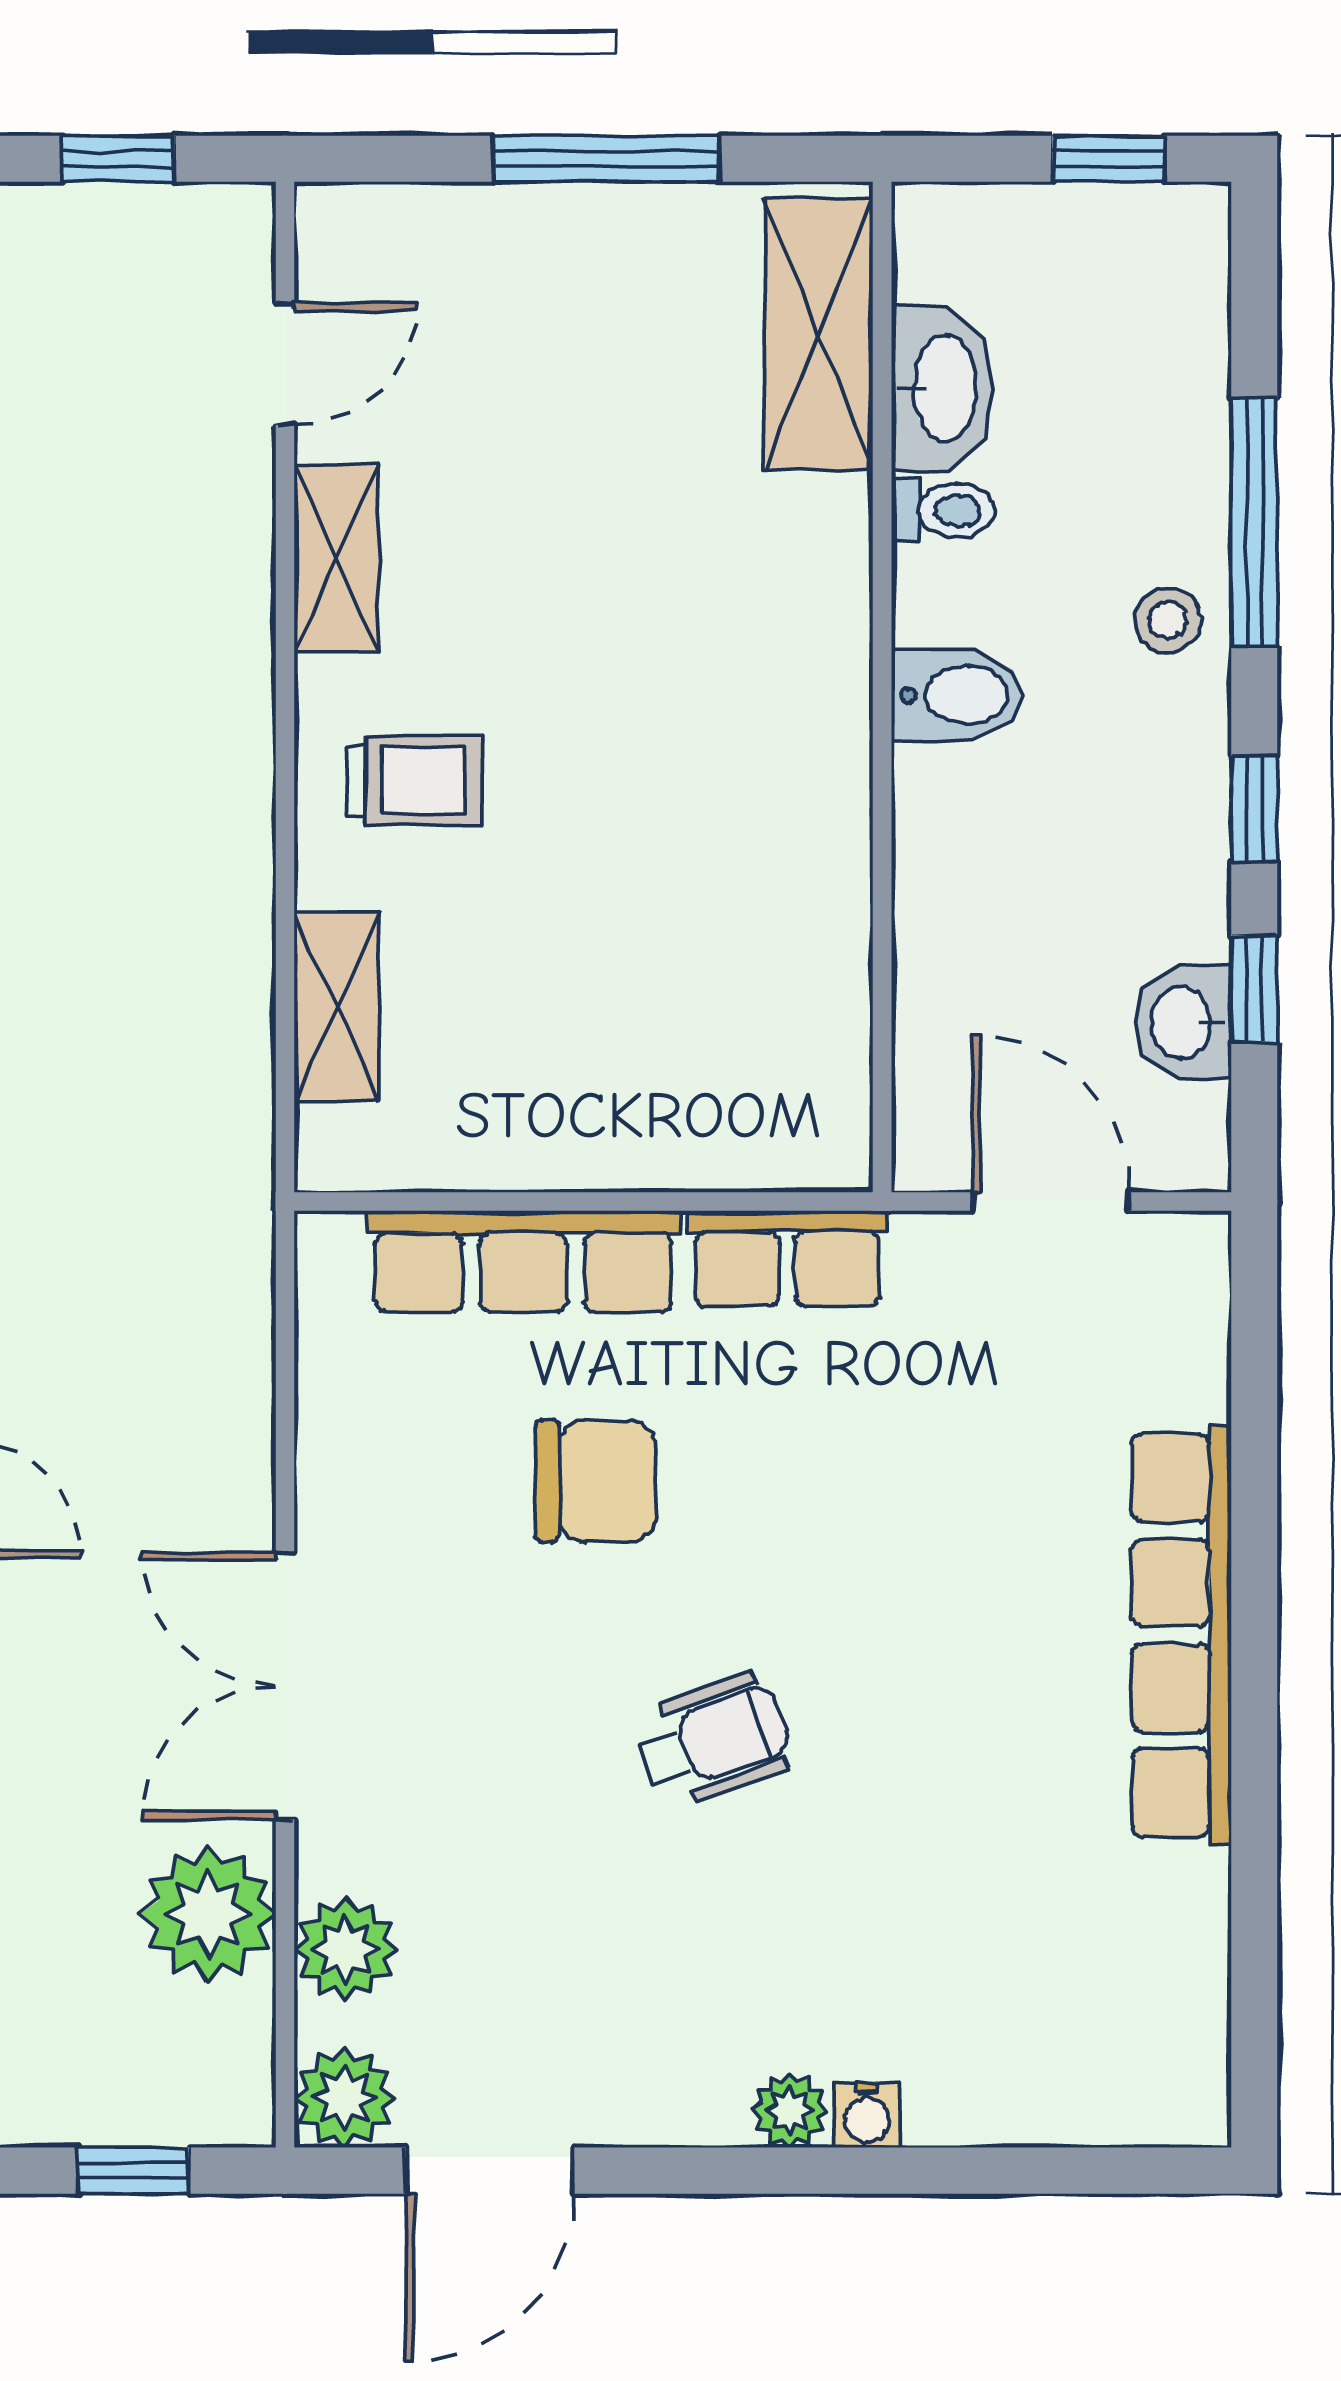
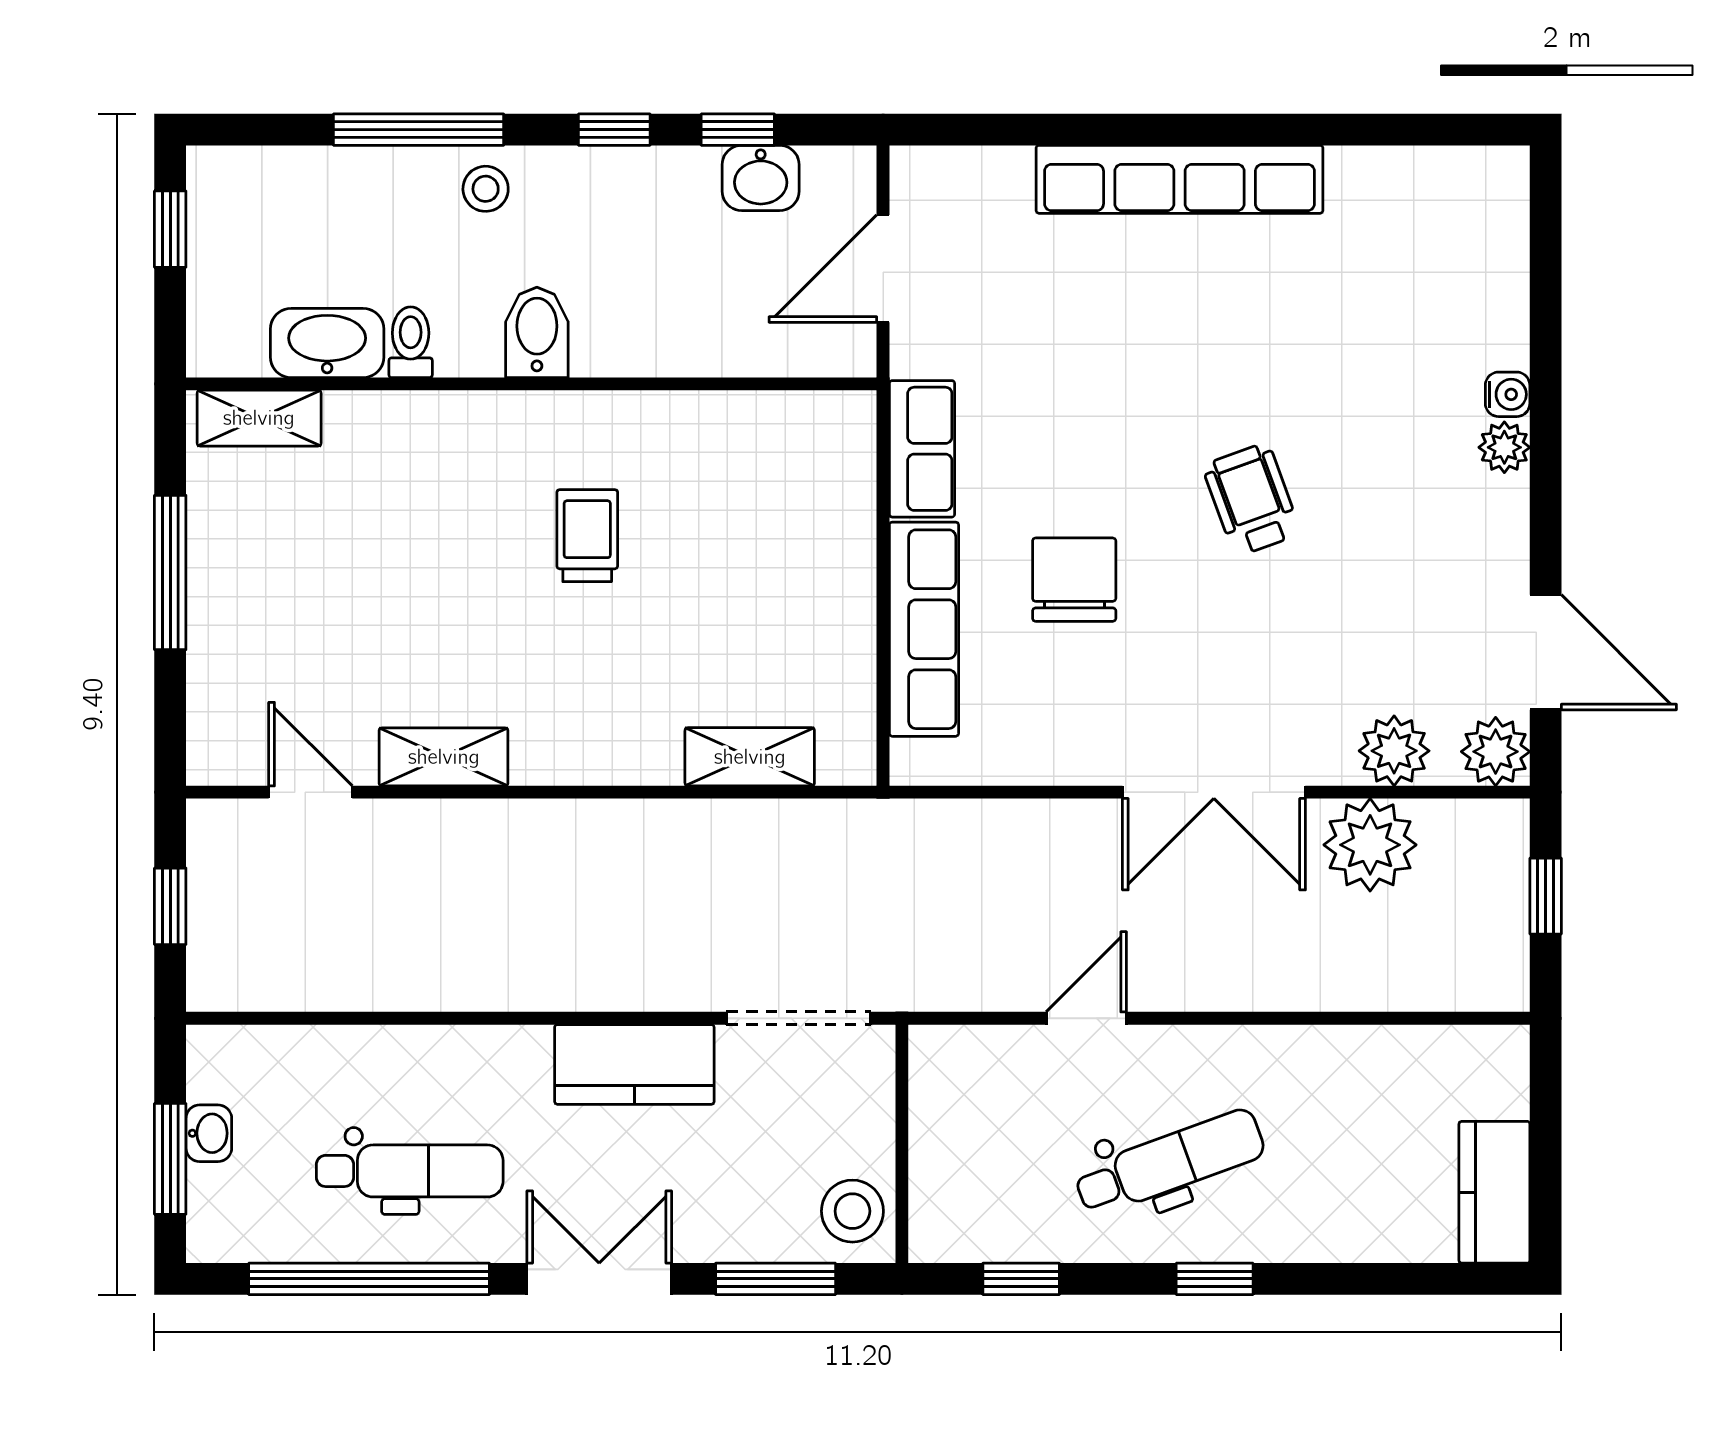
shelving: (819, 334) -> (259, 418), width x0.67, depth x0.75
trolley: (414, 780) -> (587, 536), moved

